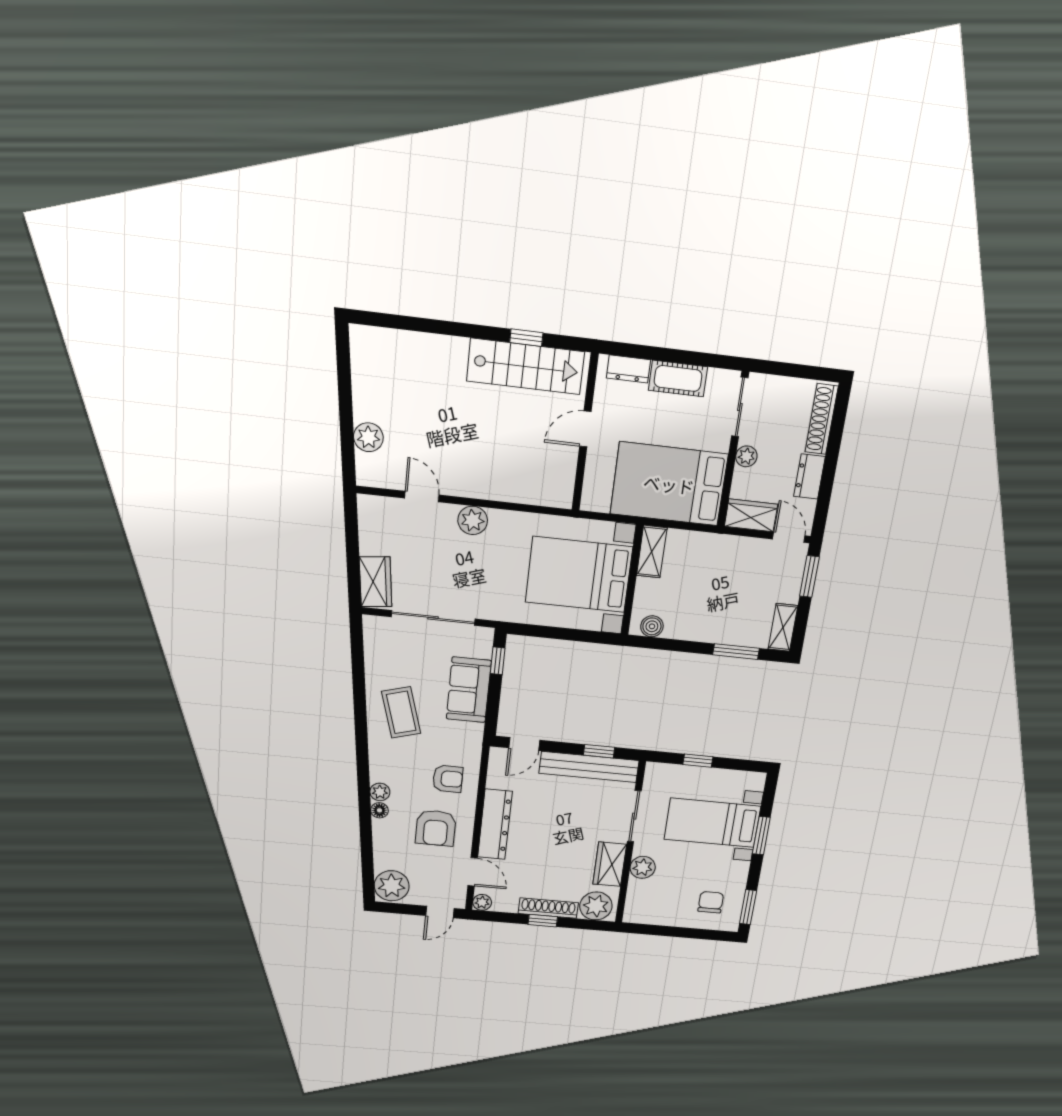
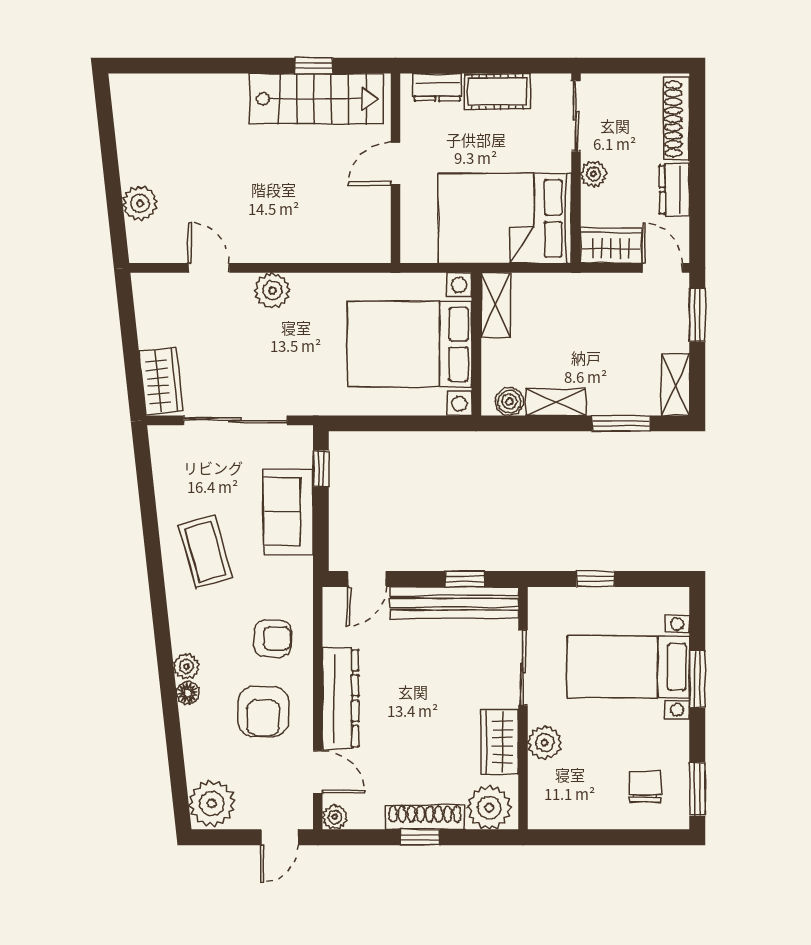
shelving: (688, 631) -> (556, 402), added

